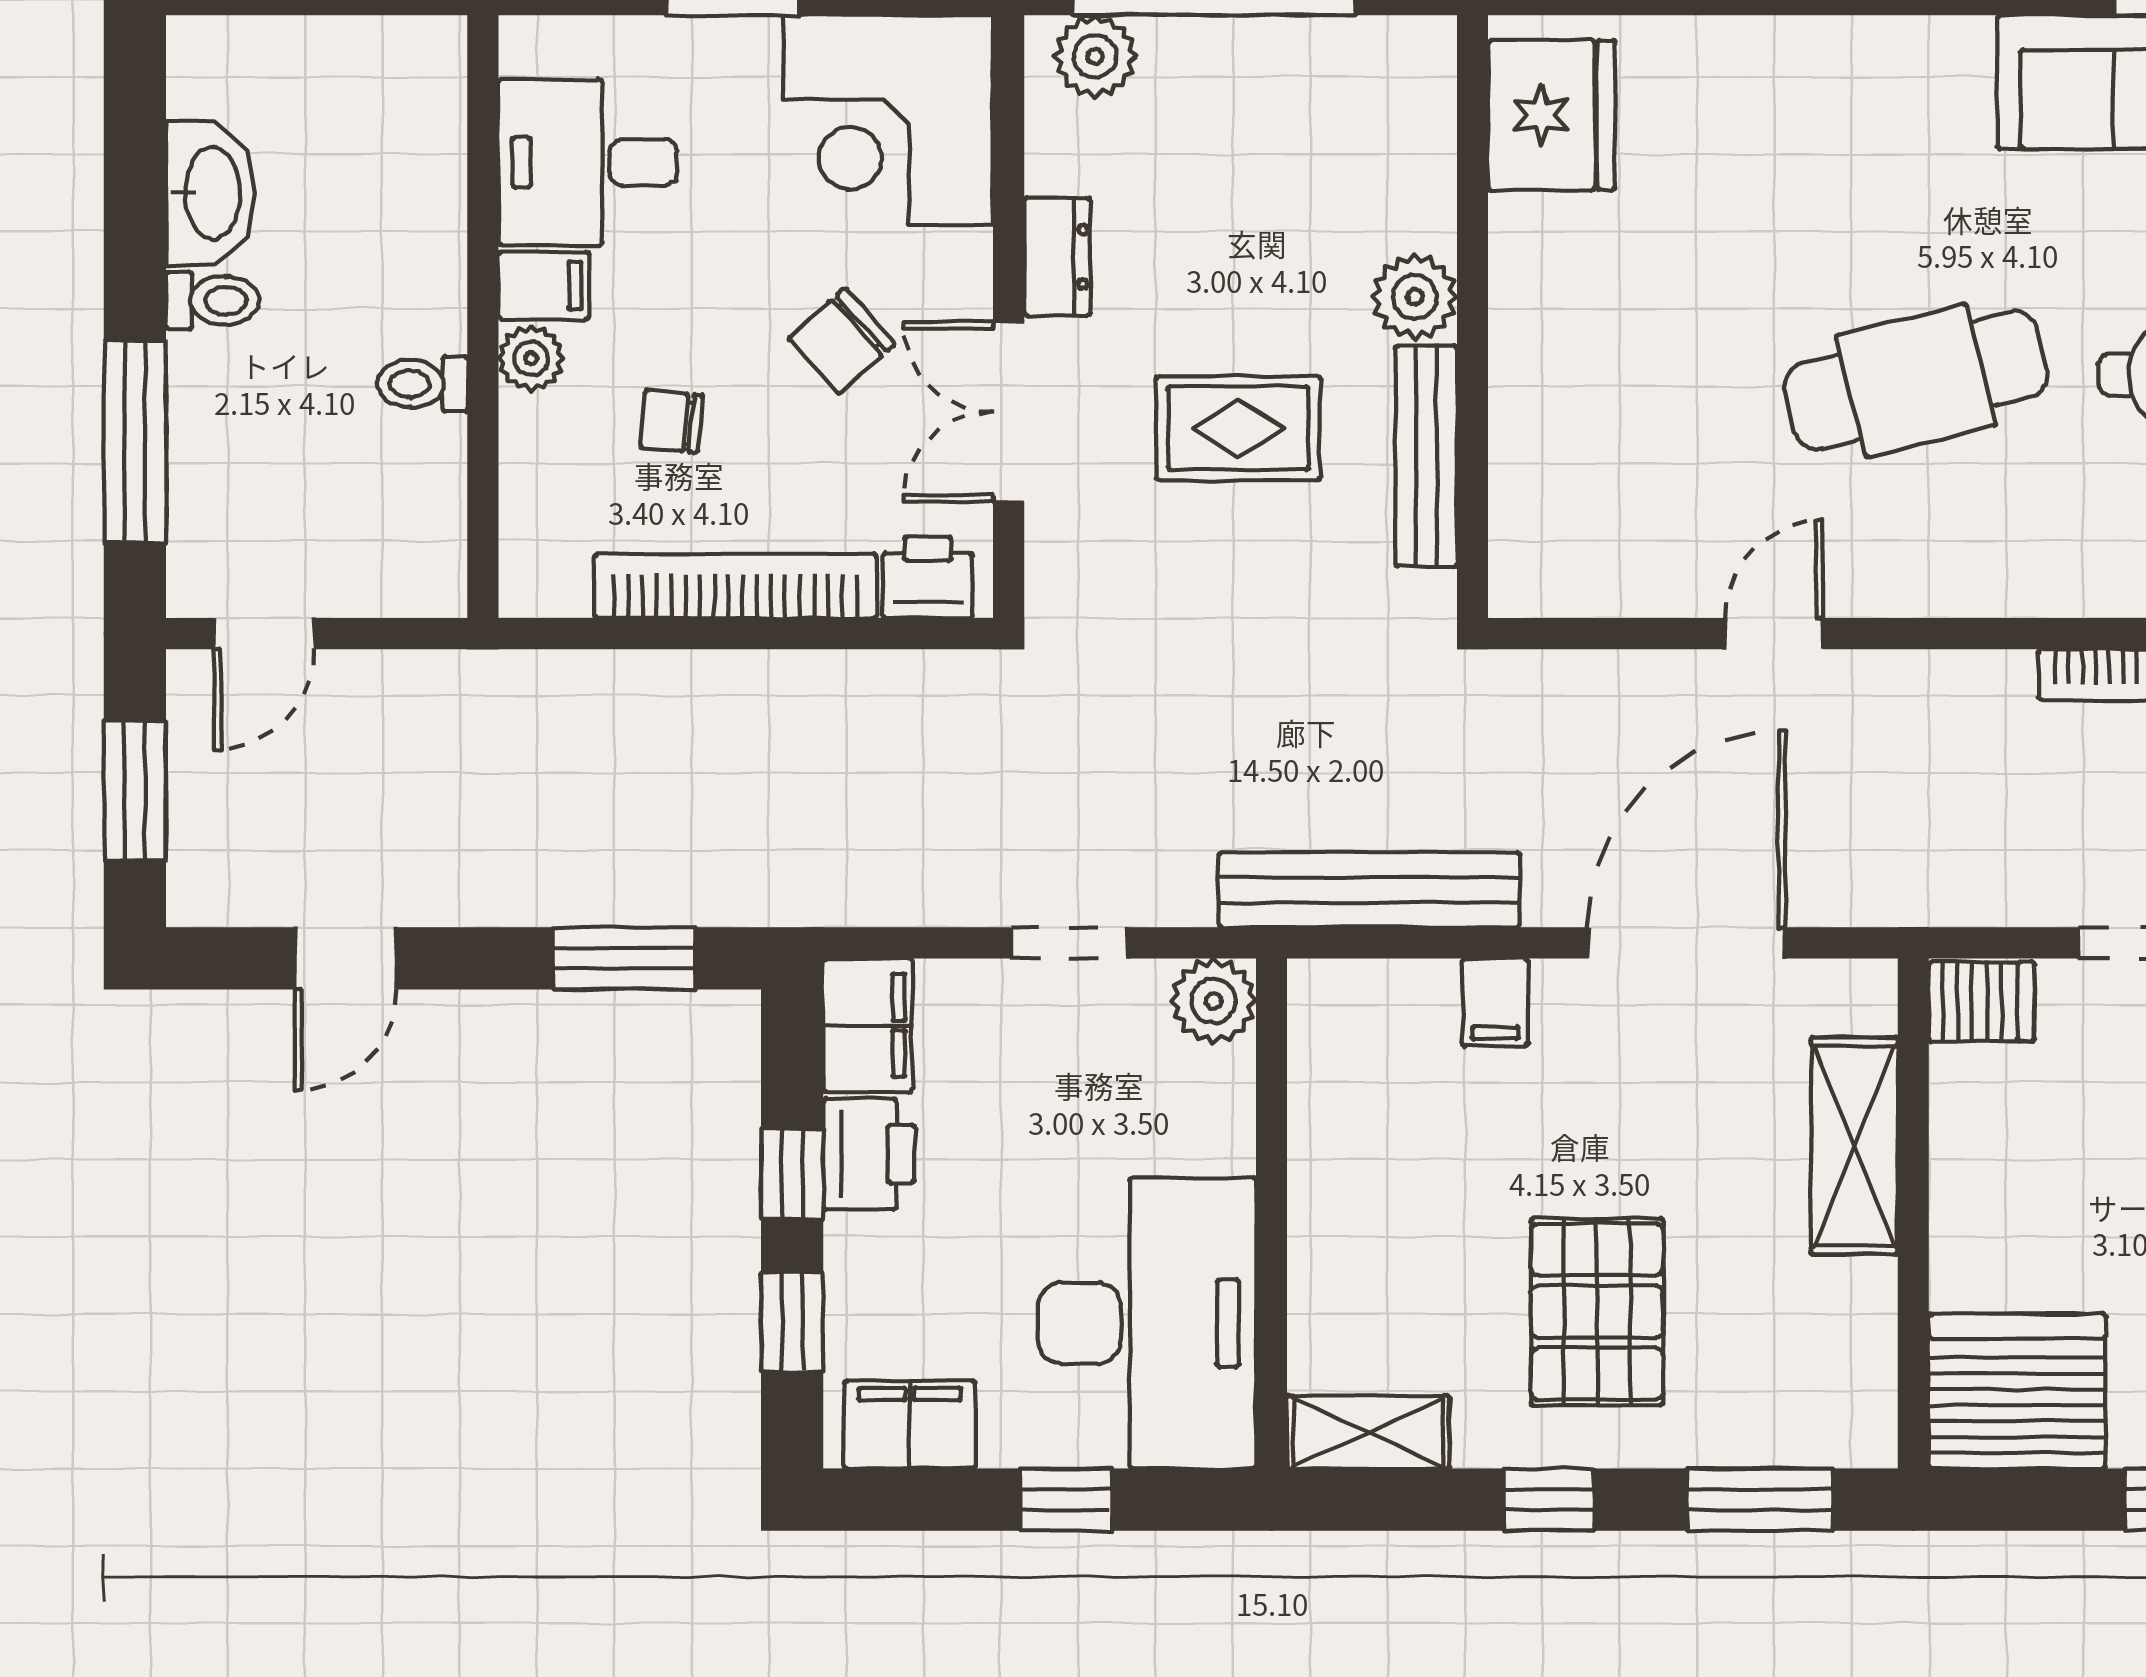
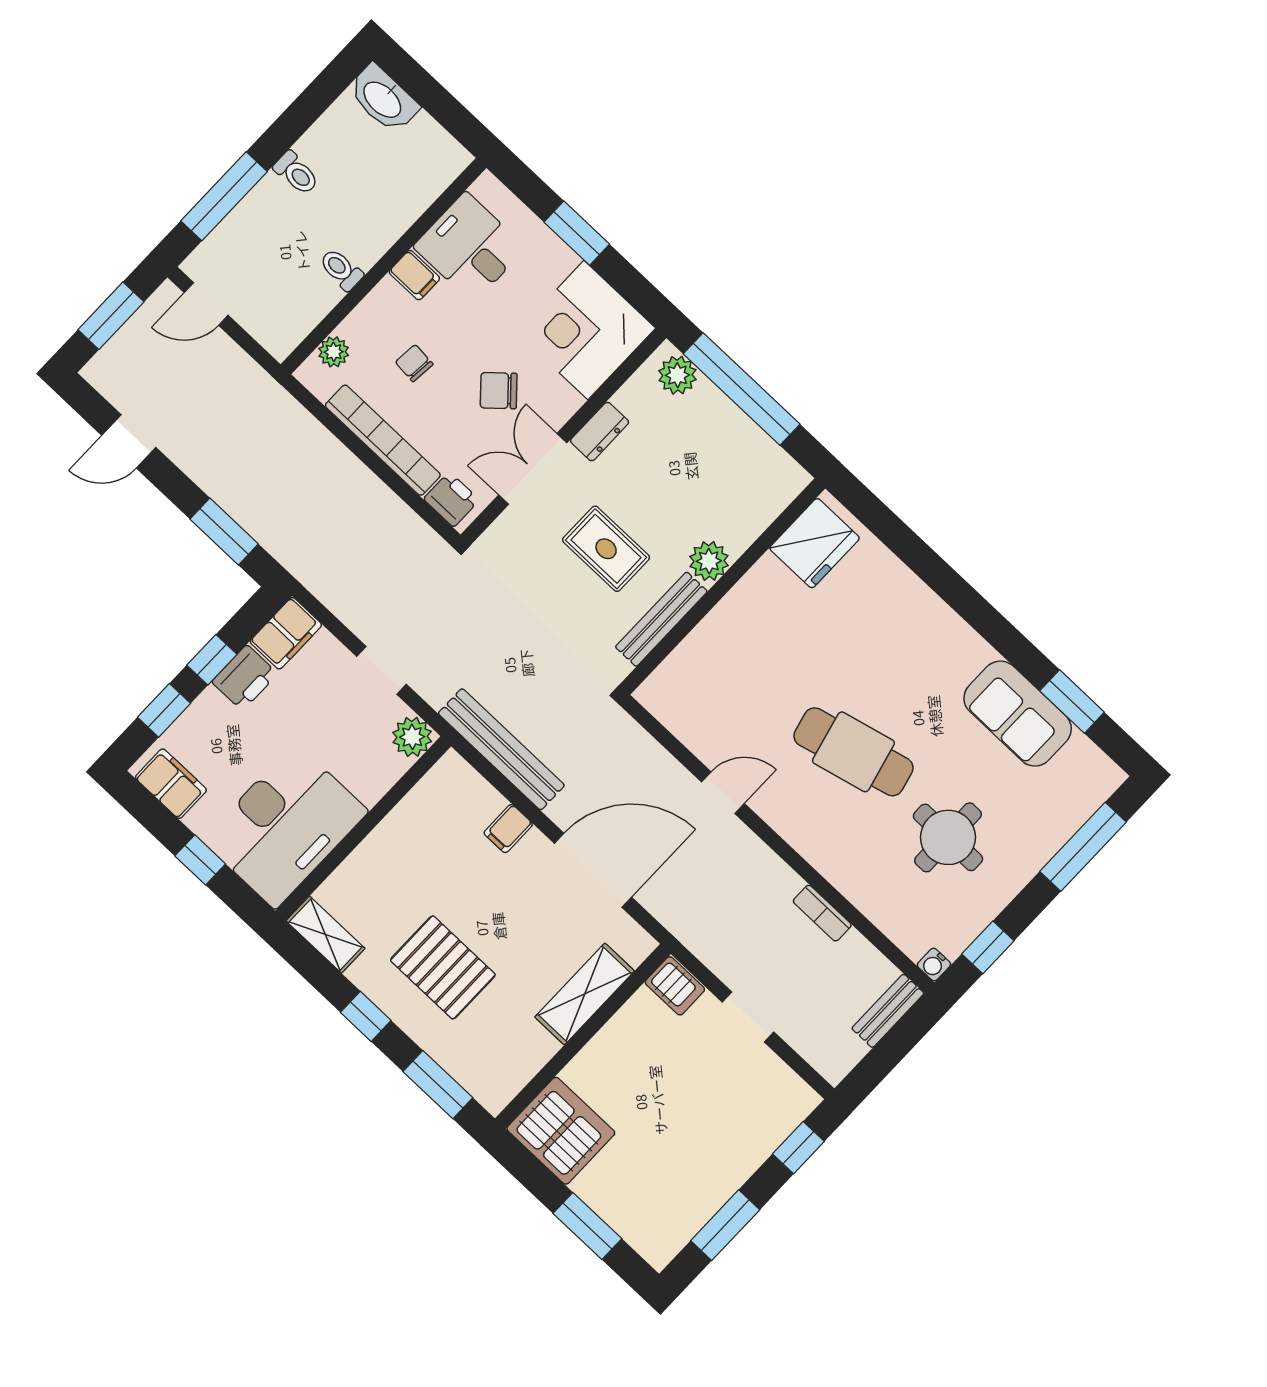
washbasin: (210, 193) -> (383, 99), moved, turned 90
plant: (531, 358) -> (334, 352), moved
pallet: (1597, 1312) -> (443, 967), turned 90

